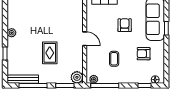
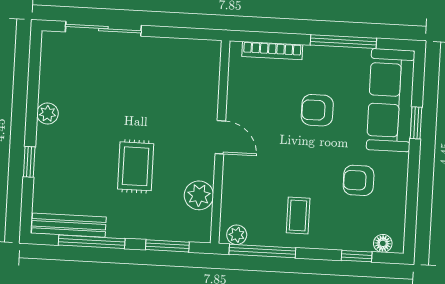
armchair: (125, 25) -> (317, 110), turned -90
coffee table: (114, 59) -> (298, 215), moved
plant: (77, 77) -> (199, 195), moved

